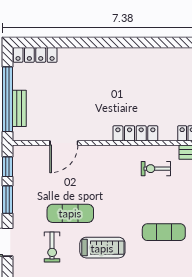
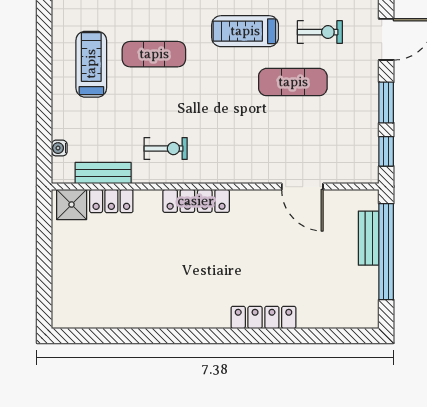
locker: (35, 55) -> (263, 317), moved
door: (64, 143) -> (302, 187), swing flipped
exercise bike: (52, 247) -> (320, 32), turned 90

